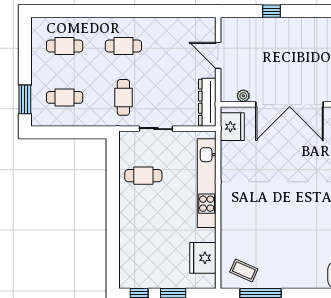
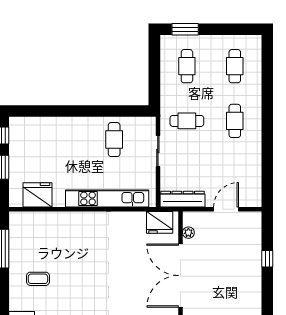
coffee table: (244, 271) -> (38, 279), moved, turned 66

